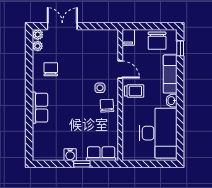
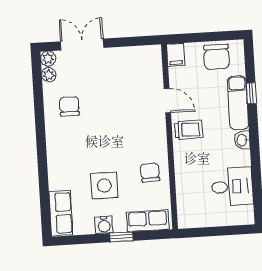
window: (180, 48) -> (251, 93), moved
side table: (100, 88) -> (104, 186), moved, width x1.87, depth x1.87
chair: (107, 106) -> (150, 173), moved
row of seats: (40, 108) -> (61, 213), moved
desk: (158, 133) -> (232, 187), width x0.53, depth x0.77

